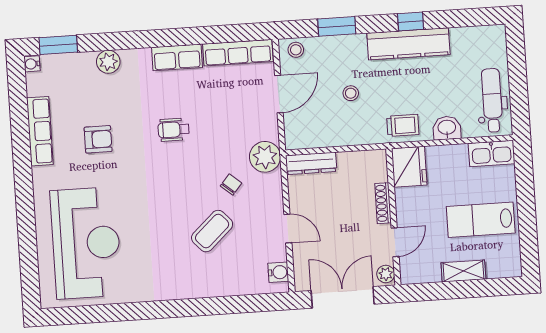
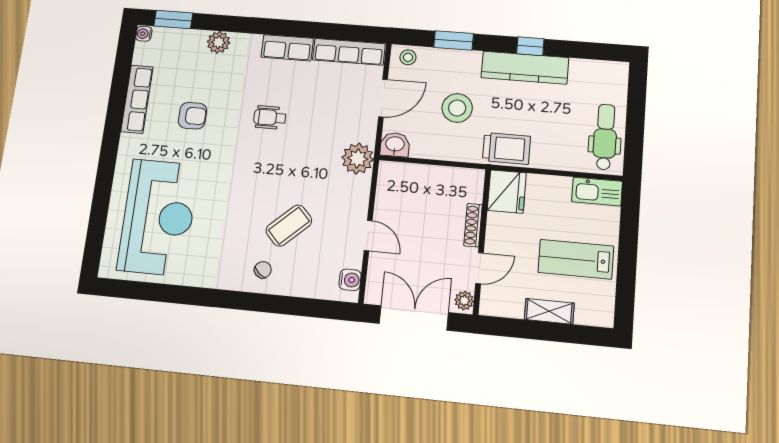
stool: (351, 93) -> (457, 108), width x1.89, depth x1.89
trolley: (403, 125) -> (506, 148), width x1.36, depth x1.39
washbasin: (447, 128) -> (395, 145), moved
dresser: (311, 163) -> (404, 172), removed
chair: (231, 185) -> (263, 270), moved

